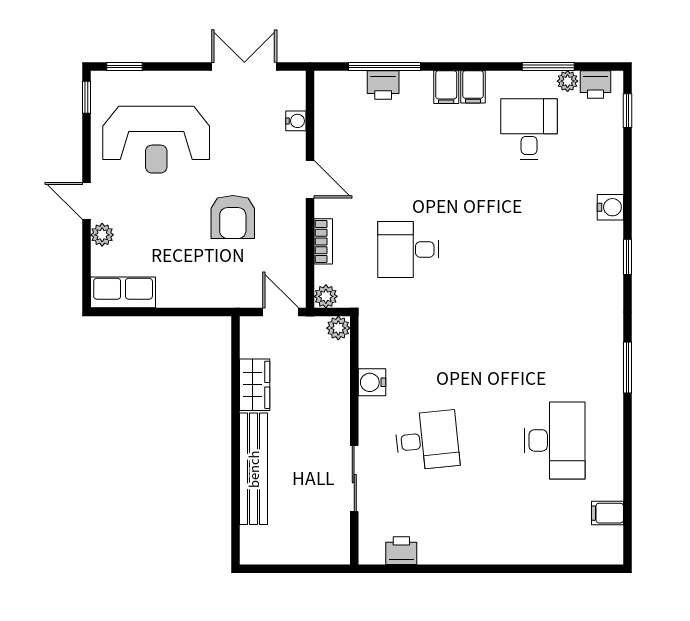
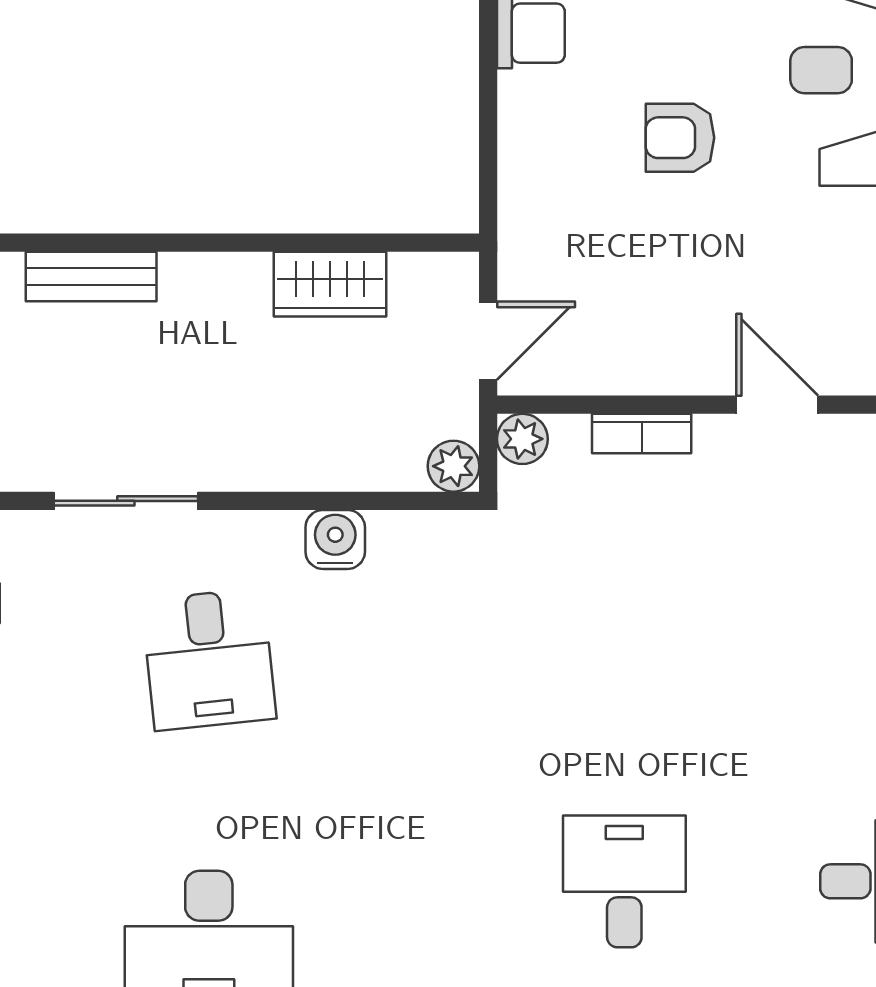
door: (310, 179) -> (777, 405), swing flipped
armchair: (233, 217) -> (680, 138), moved, width x0.72, depth x0.72
desk: (408, 249) -> (624, 881), moved
bench: (254, 469) -> (91, 276), width x0.54, depth x0.82

